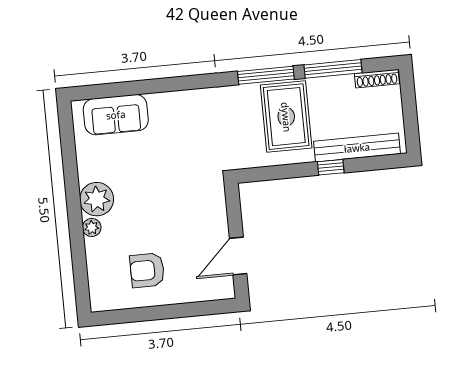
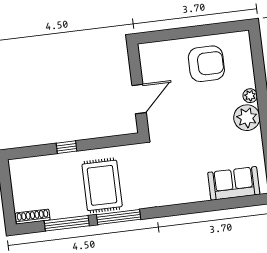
bench: (357, 148) -> (47, 163), removed
door: (238, 256) -> (139, 99), moved
armchair: (147, 270) -> (206, 64), width x1.36, depth x1.36

